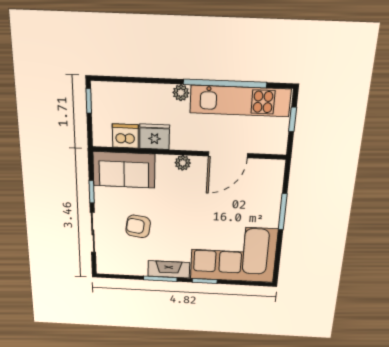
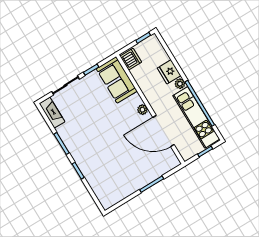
dishwasher: (125, 136) -> (131, 59), moved
fridge: (155, 137) -> (169, 72), moved, turned 180
door: (228, 155) -> (164, 131), width x1.36
armchair: (138, 226) -> (87, 109), removed
corner sofa: (233, 254) -> (107, 175), removed
fireplace: (169, 269) -> (52, 113), moved

